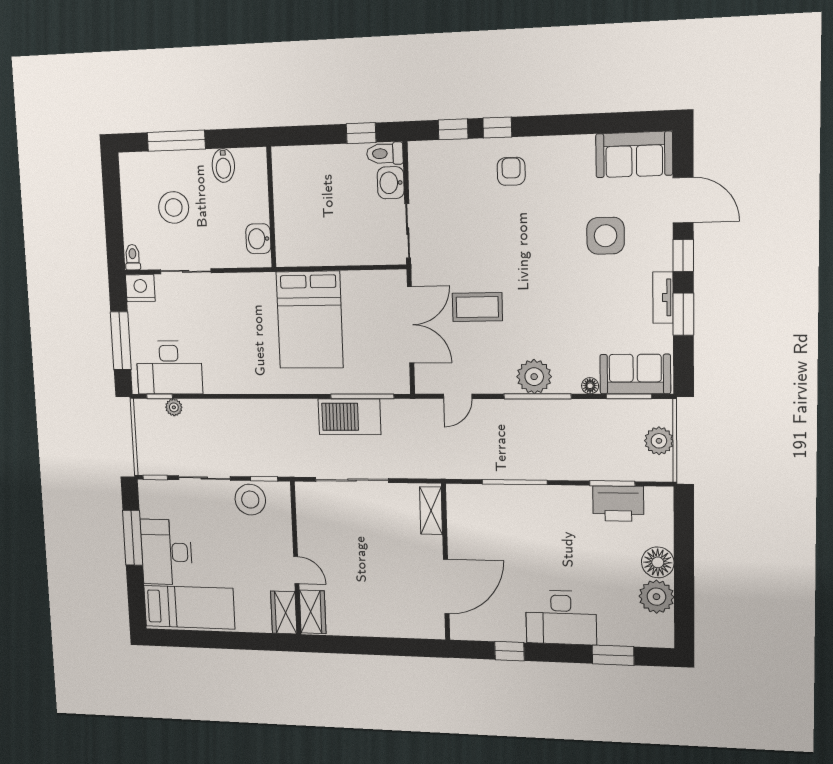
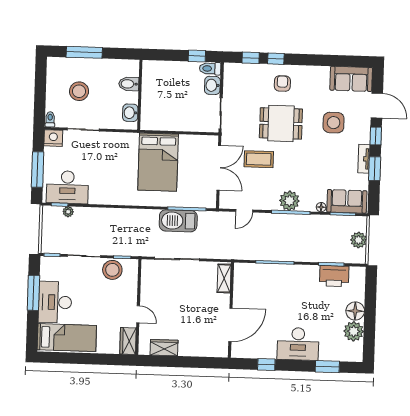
bidet: (223, 165) -> (129, 84), moved, turned 90
dining table: (512, 242) -> (281, 123), added
wardrobe: (313, 612) -> (164, 348), moved, turned -90

